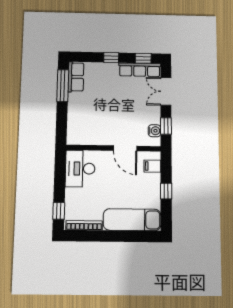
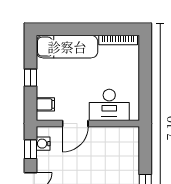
door: (125, 148) -> (75, 123), swing flipped
desk: (80, 169) -> (109, 105), moved, turned 90
window: (59, 211) -> (145, 55), removed

